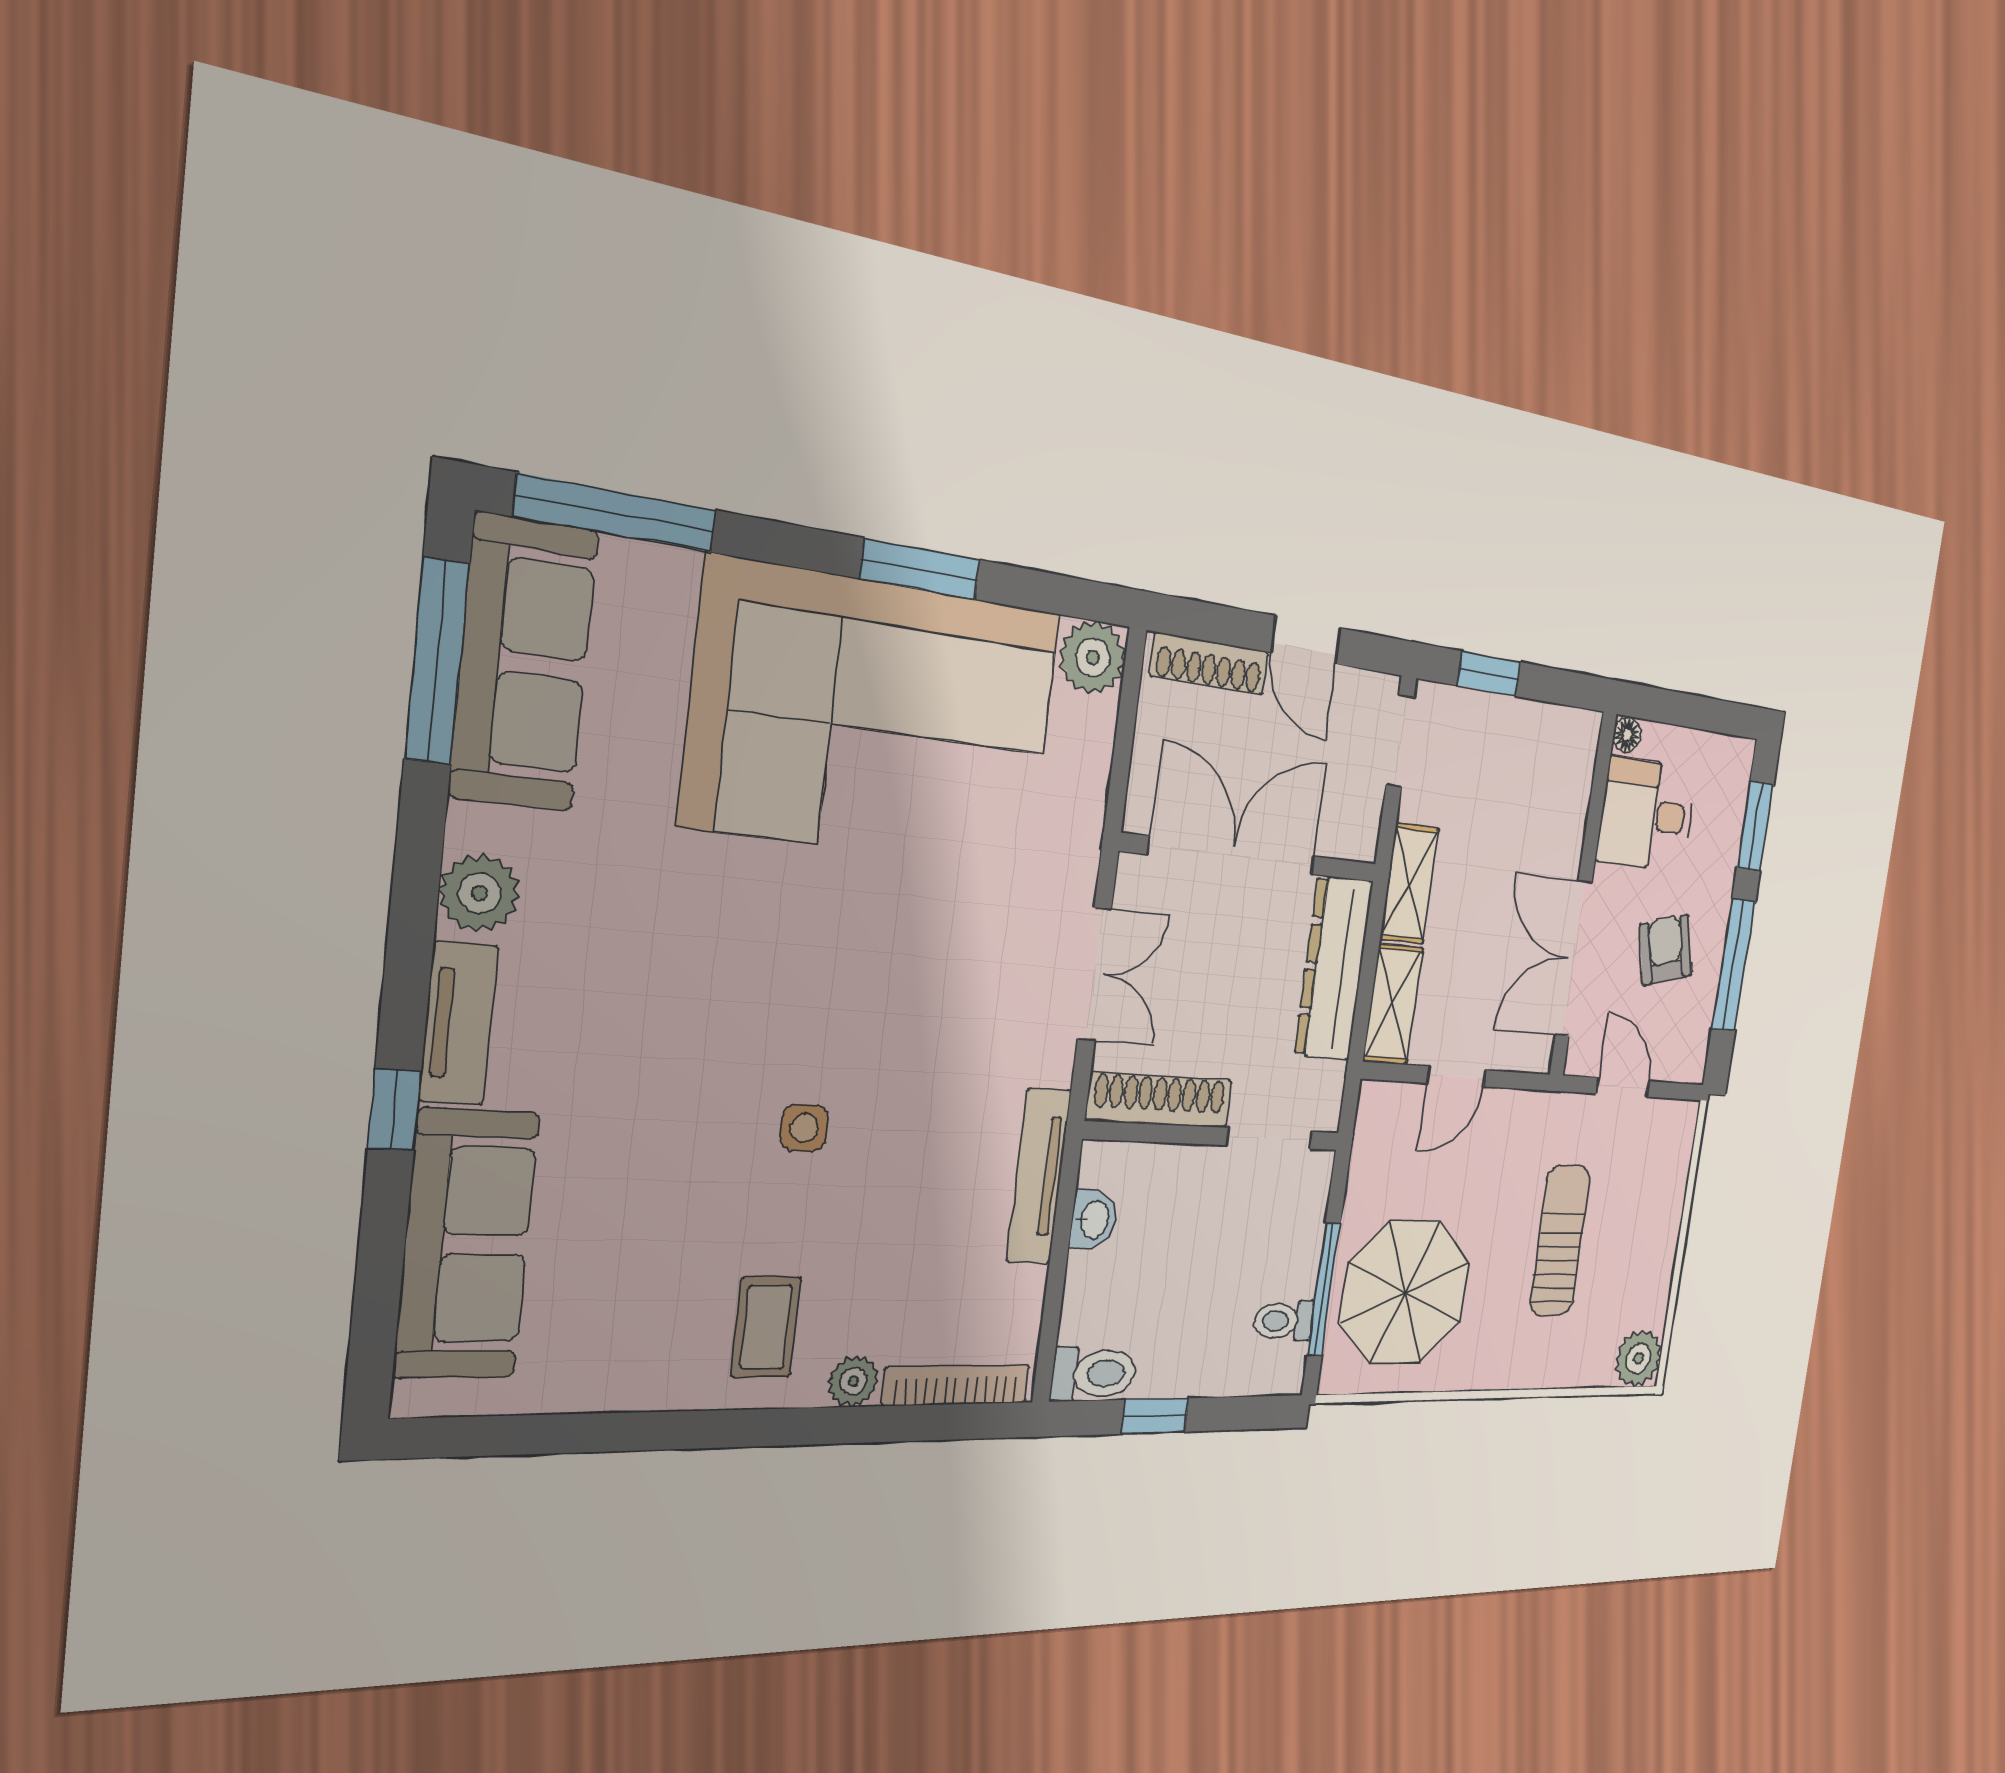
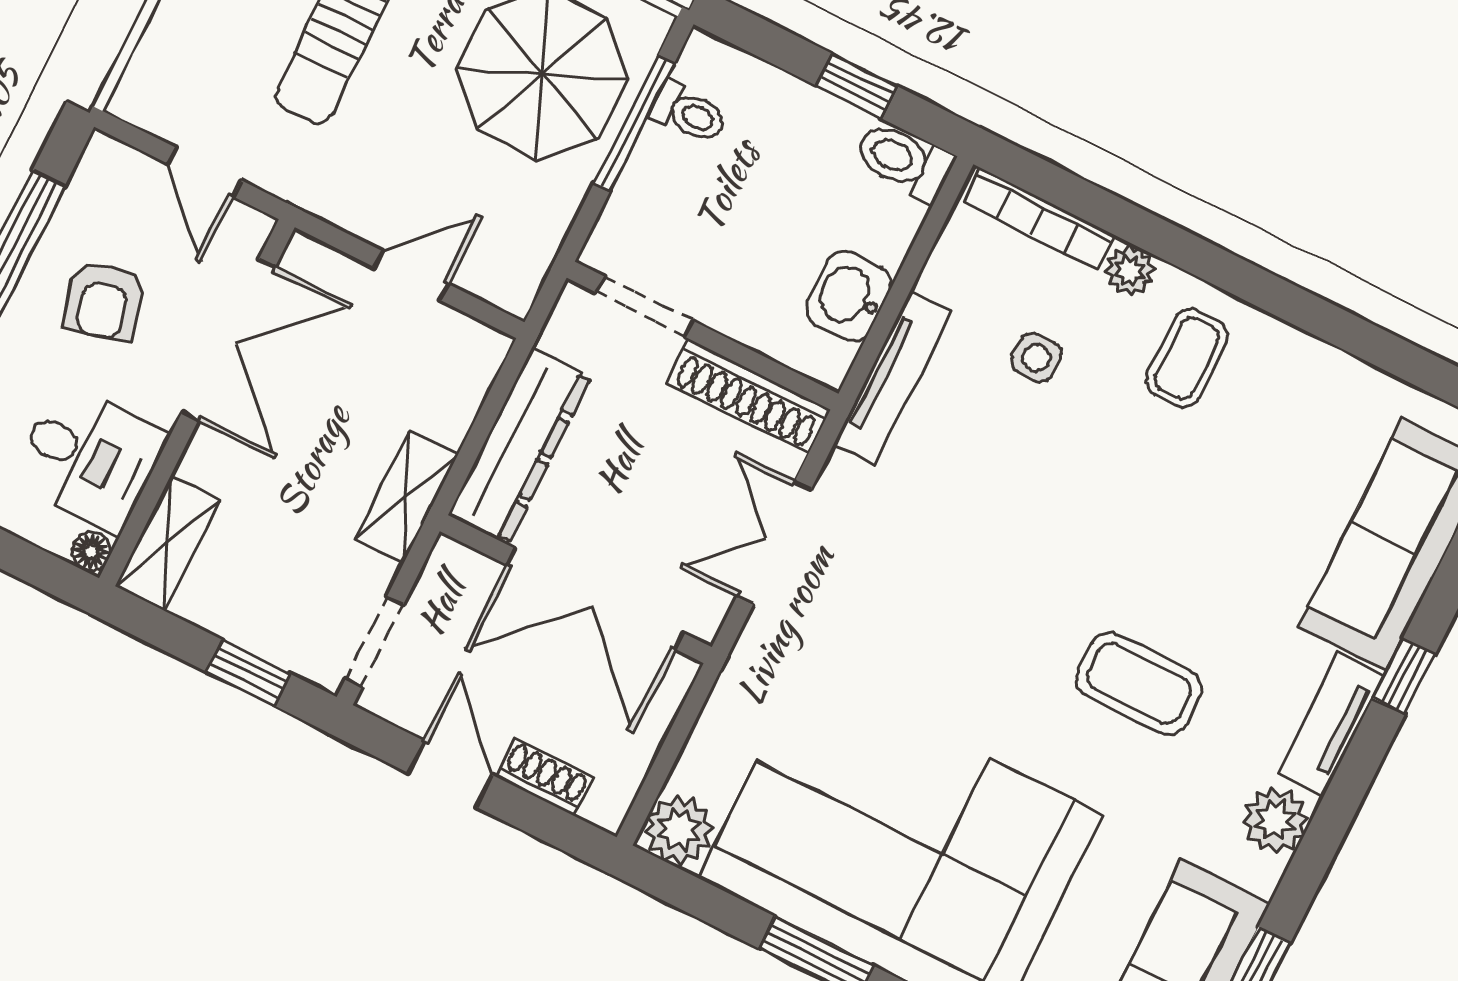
shoe rack: (1210, 664) -> (544, 777), width x0.70
coffee table: (691, 982) -> (1139, 684), added
shelving: (1393, 1004) -> (168, 543), moved
side table: (804, 1128) -> (1036, 358), moved
washbasin: (1094, 1220) -> (849, 296), width x1.38, depth x1.45

